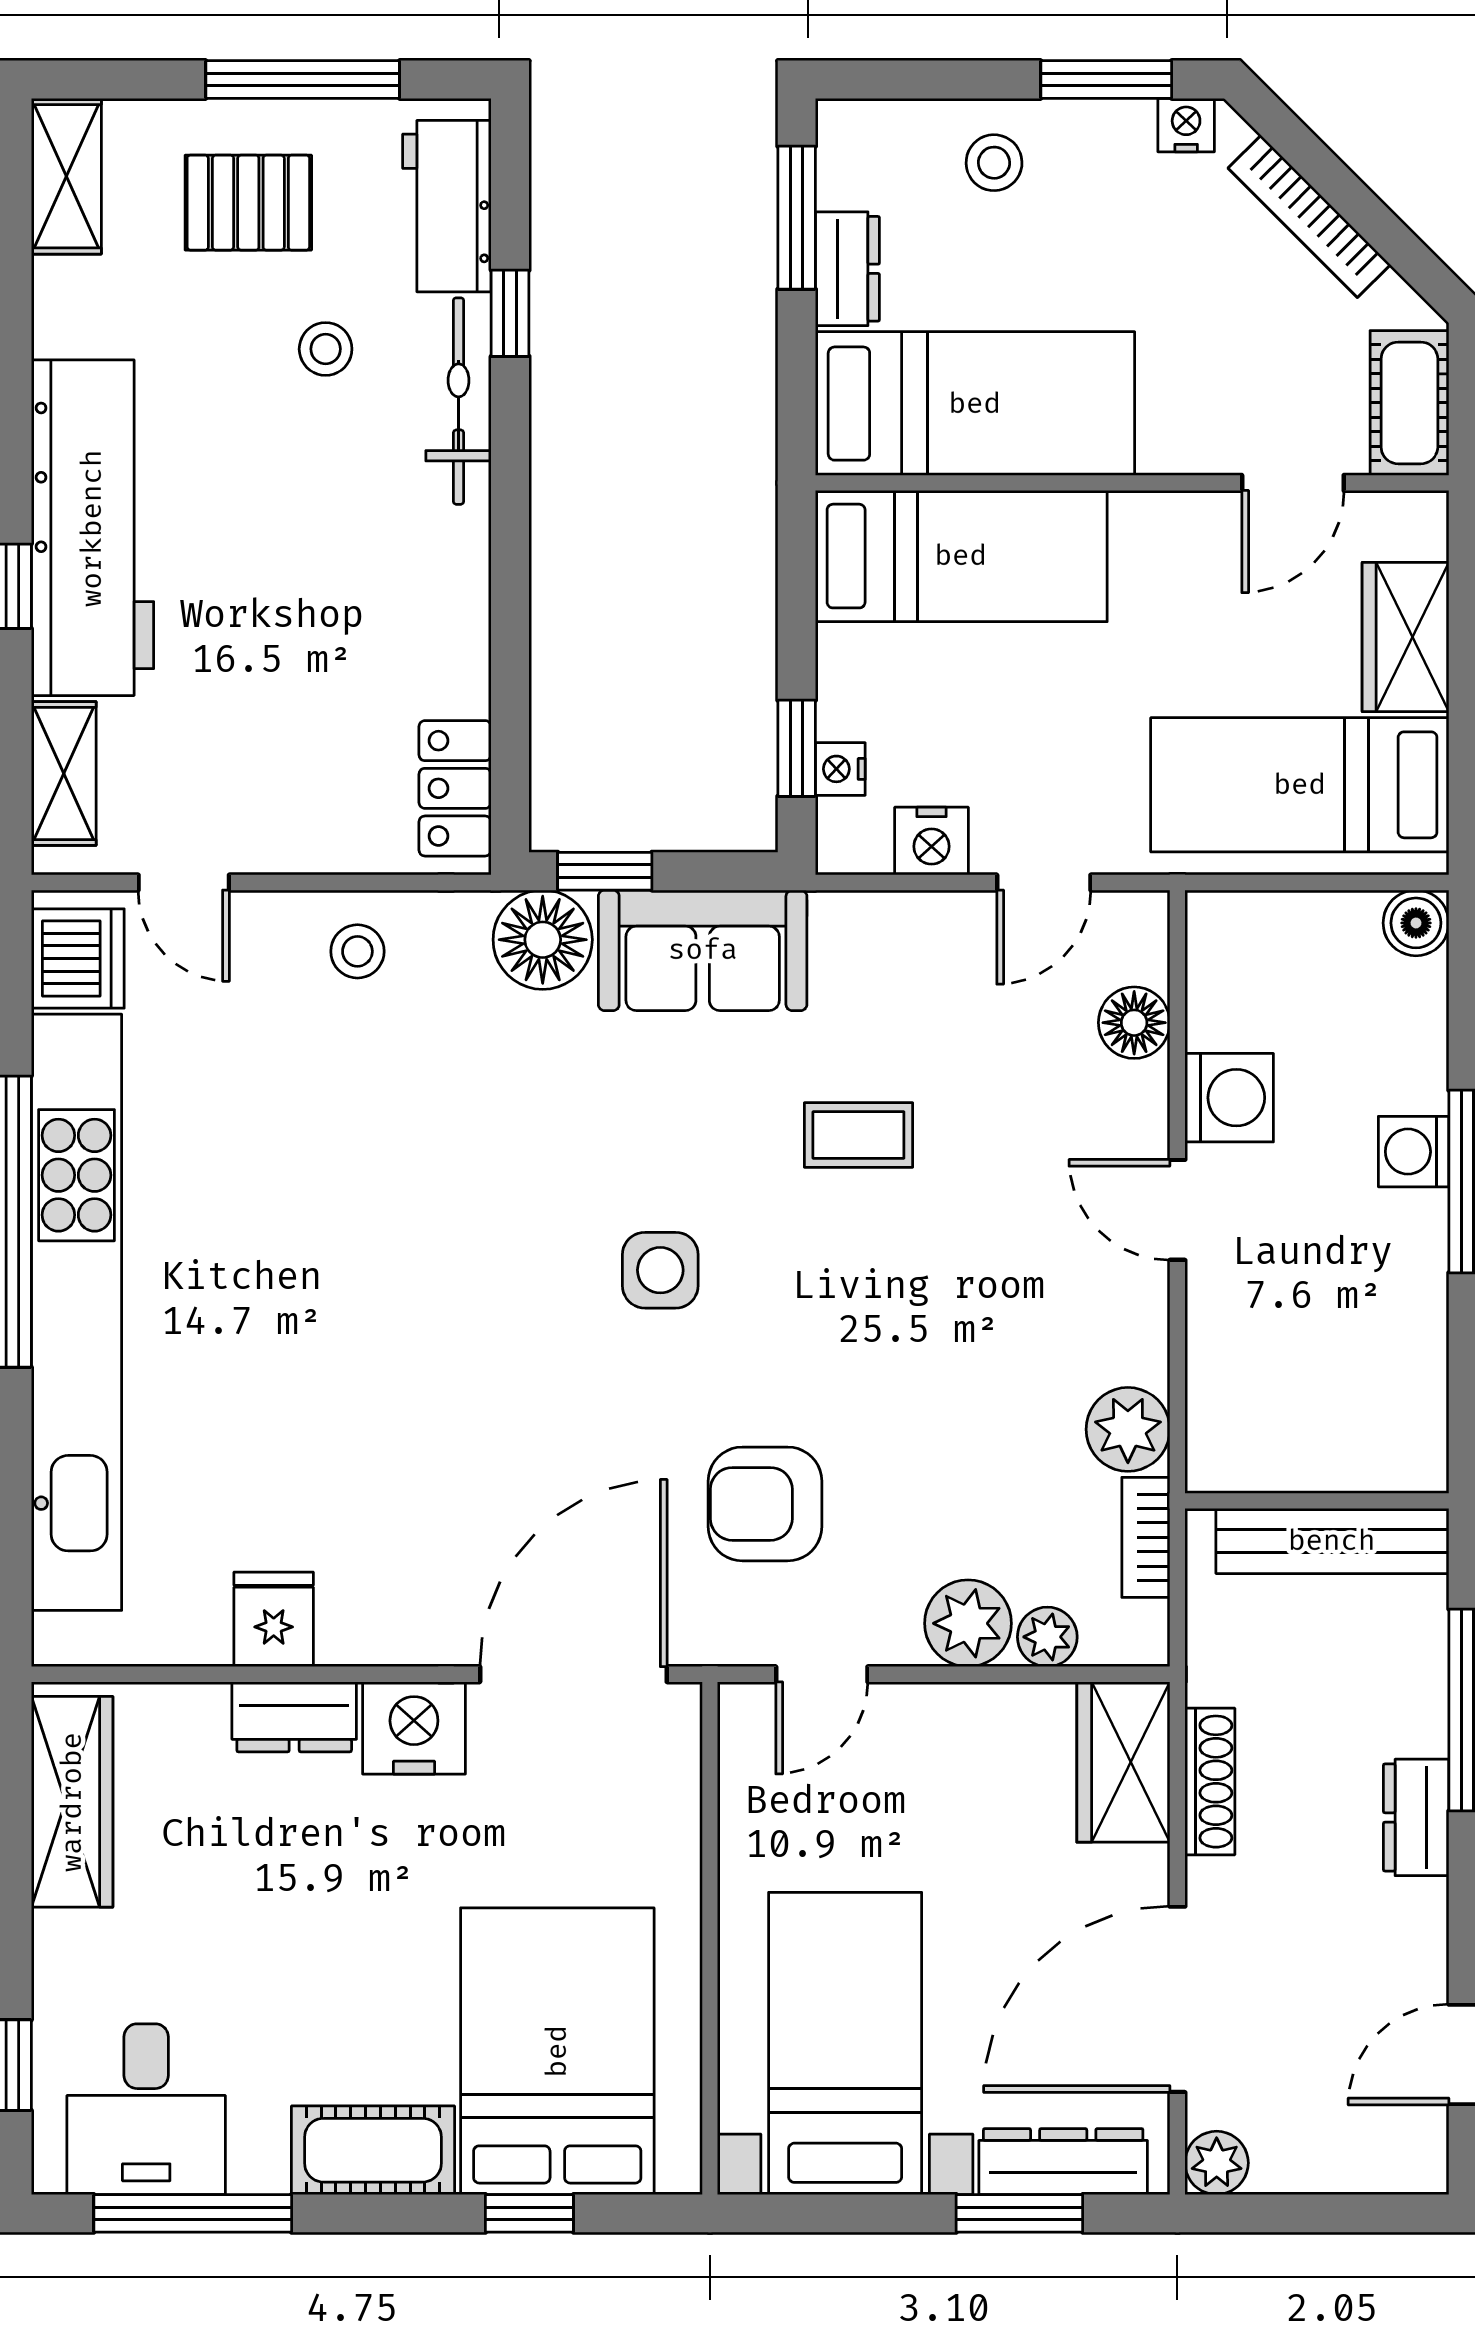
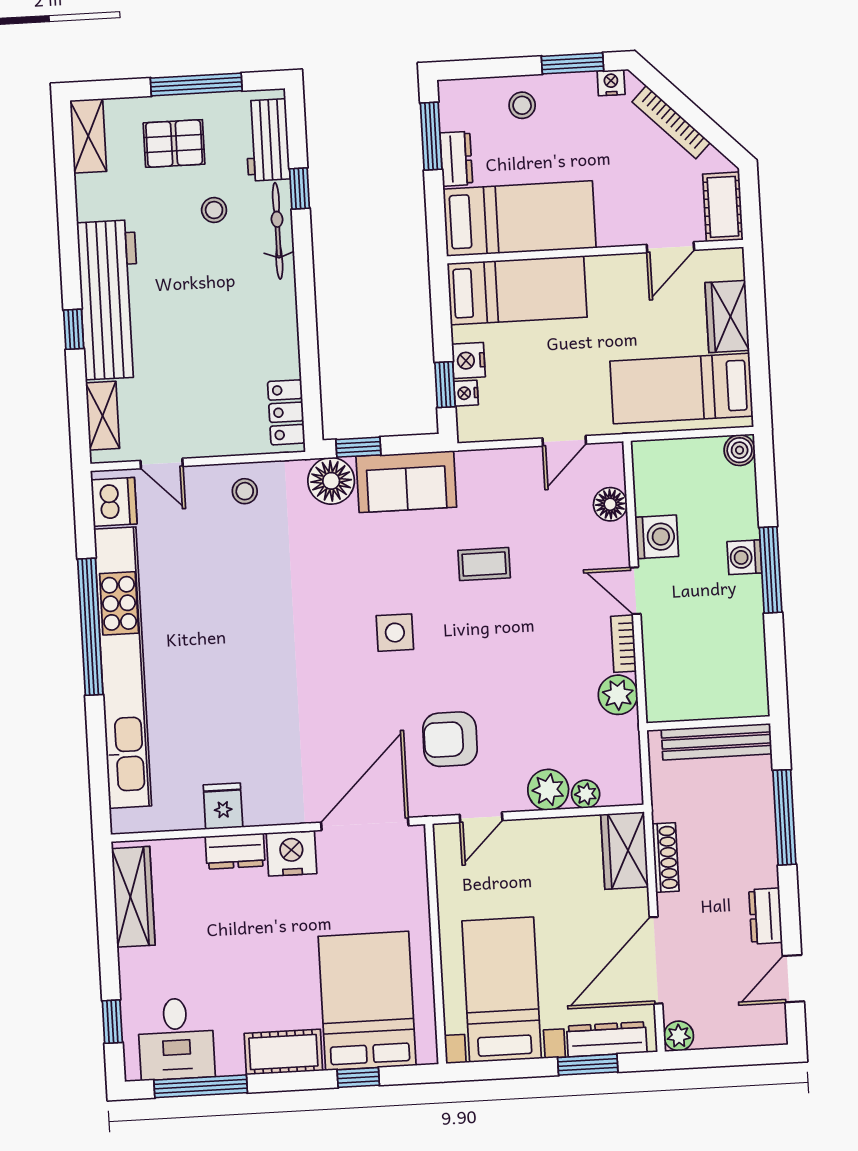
nightstand: (932, 841) -> (468, 360), moved, turned 90
bookcase: (1146, 1537) -> (624, 644), moved
dresser: (1416, 1817) -> (766, 916), moved

